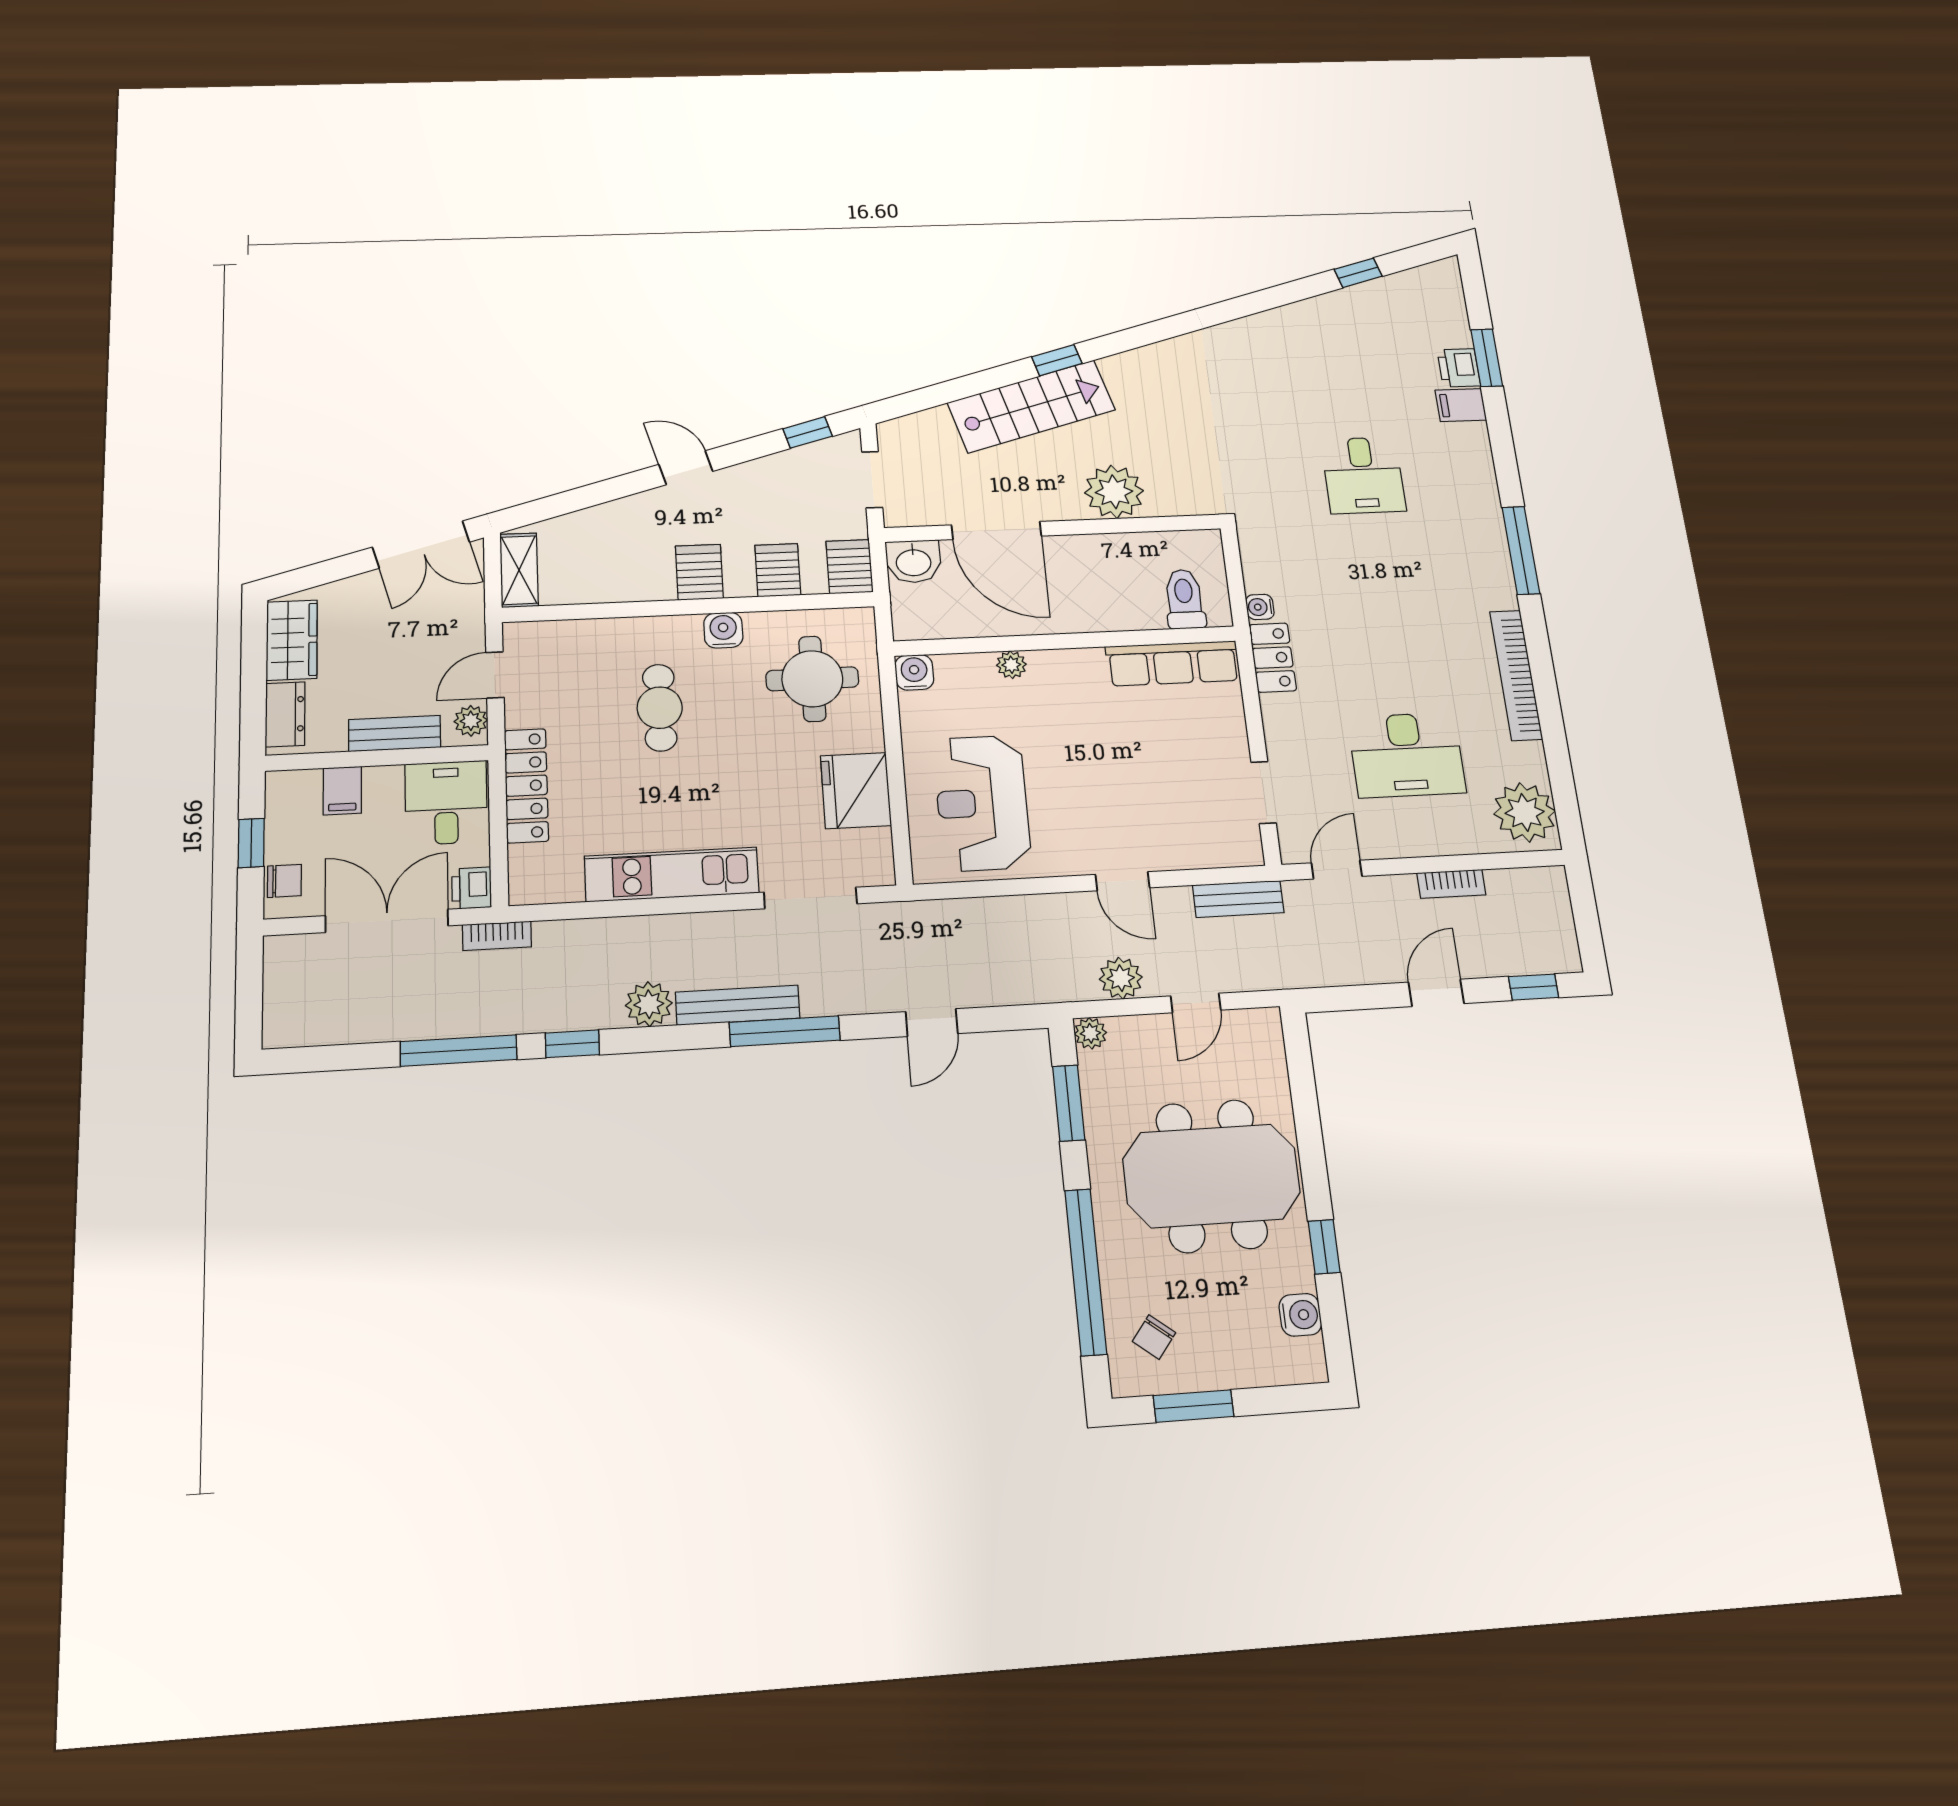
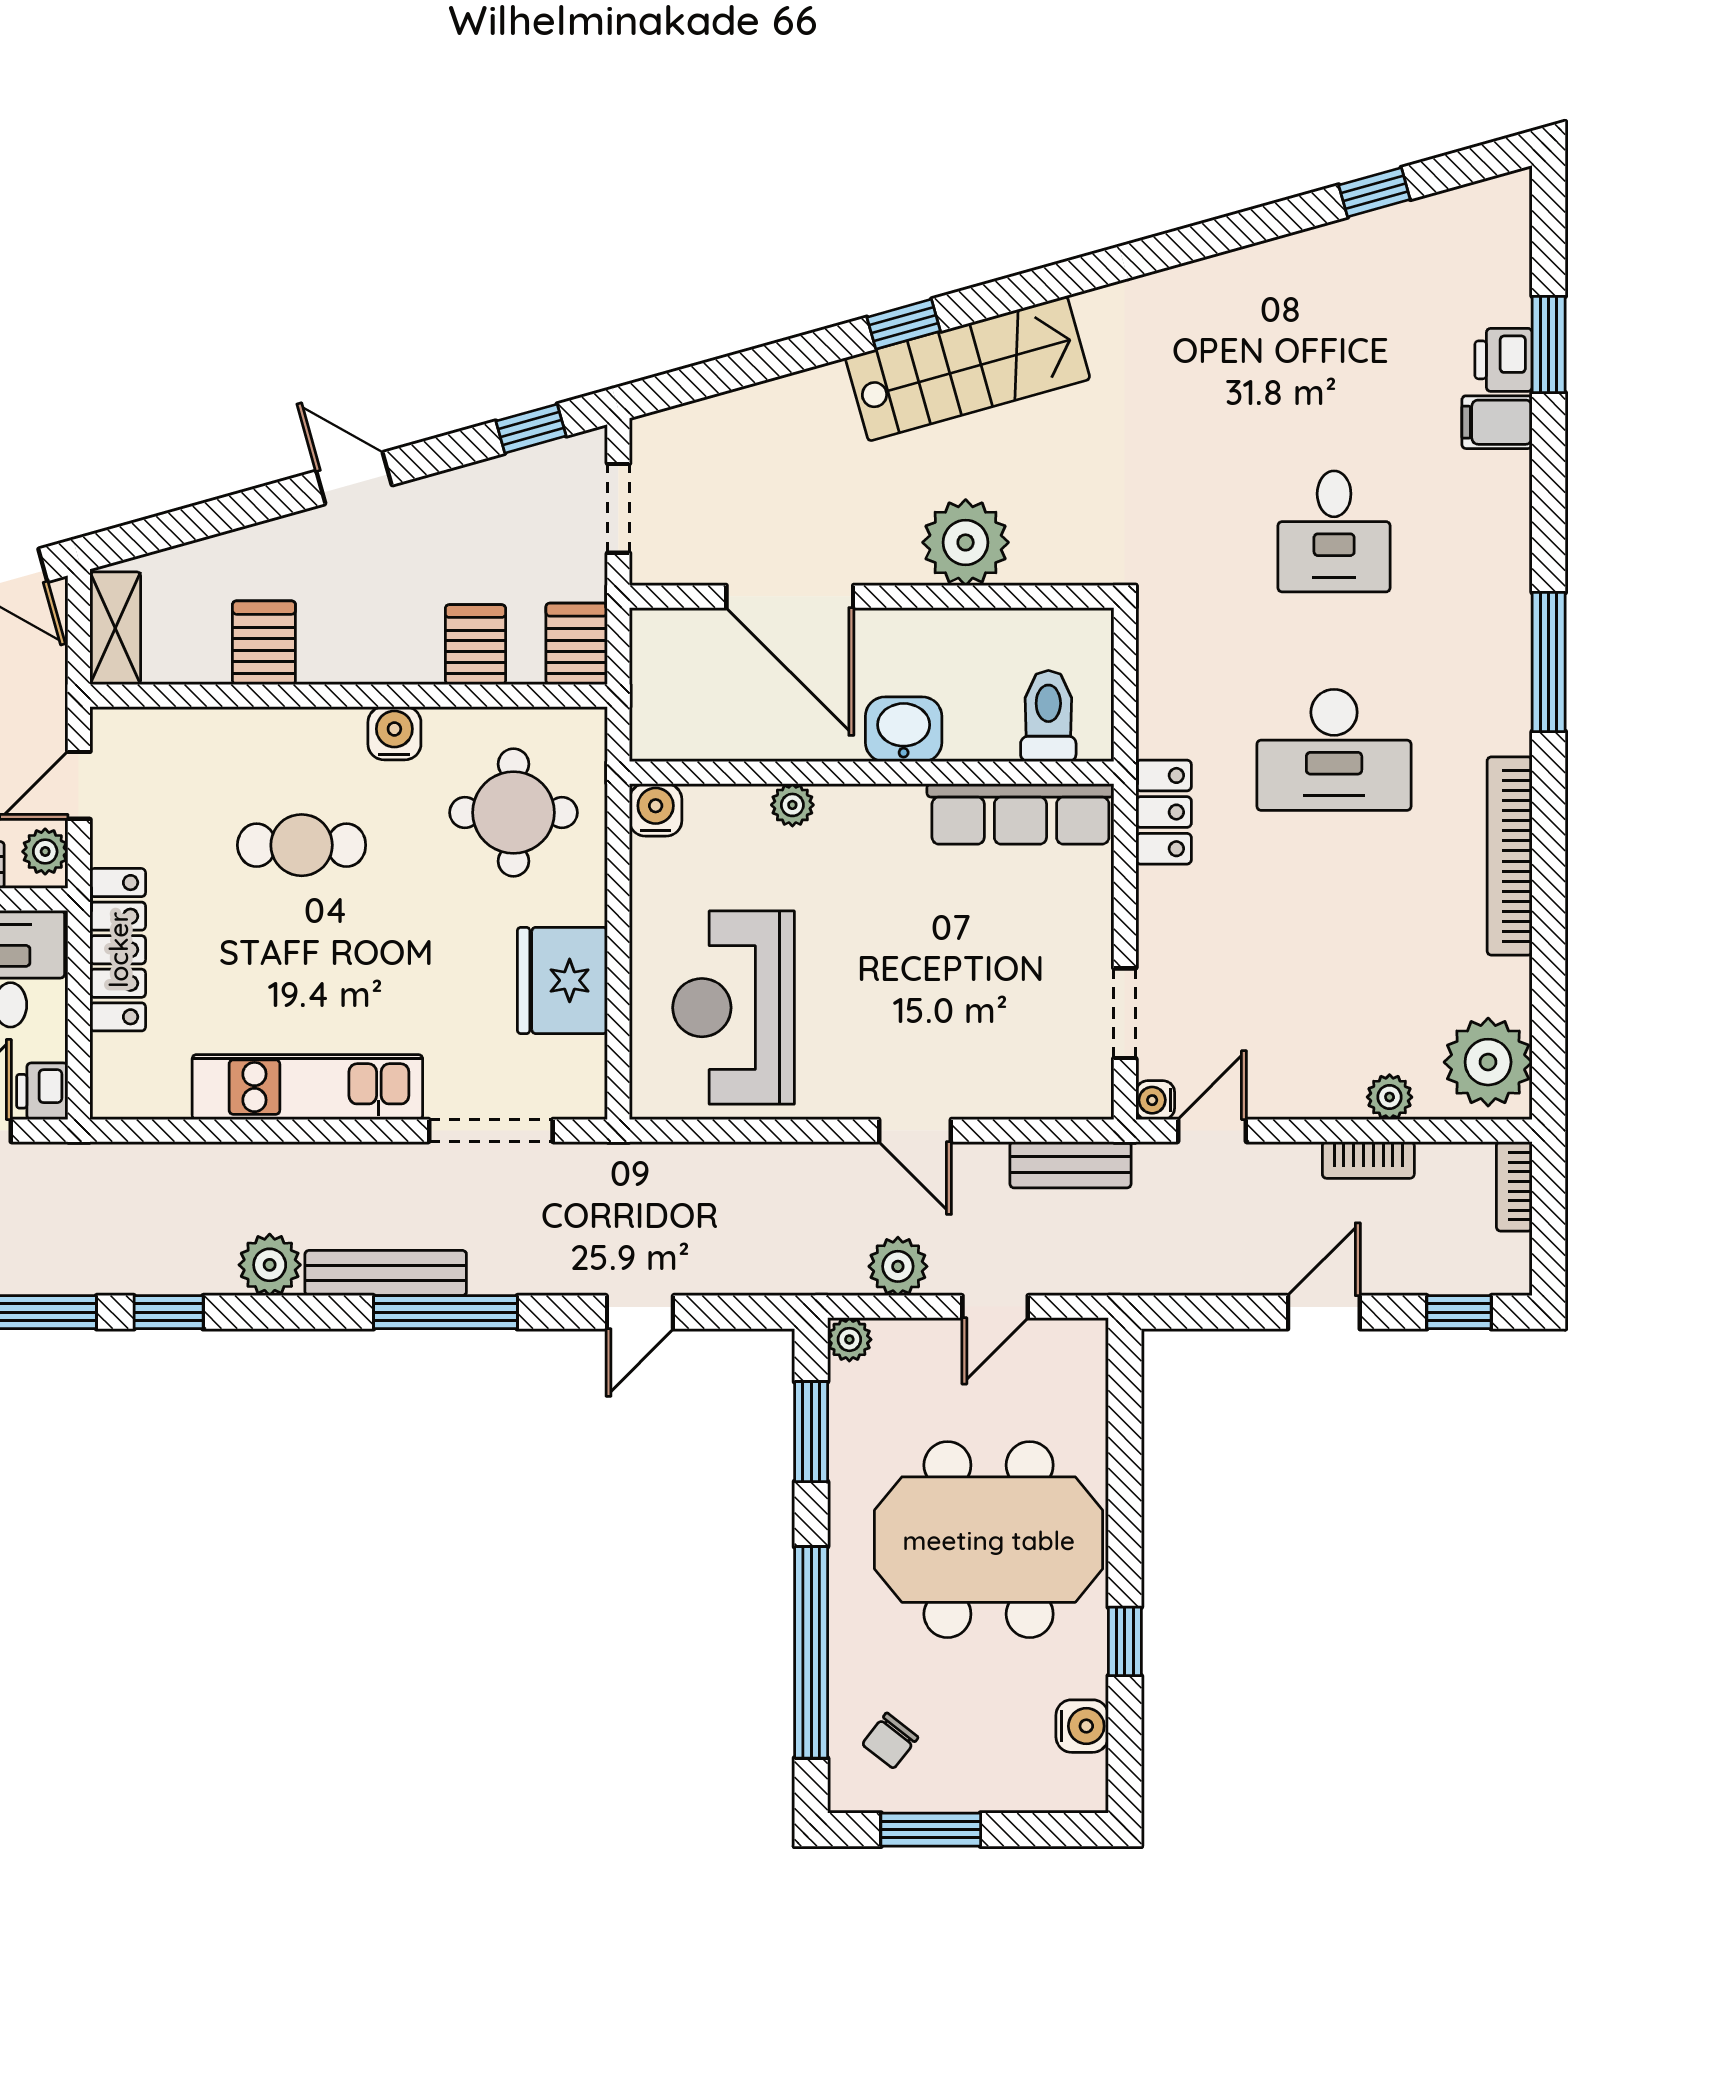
stairs: (1031, 406) -> (968, 369), moved
washbasin: (913, 562) -> (904, 729), moved, turned 180
server rack: (699, 572) -> (264, 643), moved
water cooler: (1260, 607) -> (1155, 1100), moved
cafe table: (660, 708) -> (302, 845), turned 90
desk: (1407, 755) -> (1334, 750), moved
plant: (1459, 840) -> (1390, 1097), added
bookcase: (497, 936) -> (1514, 1186), moved, turned 90

